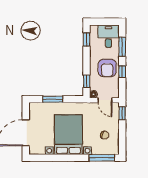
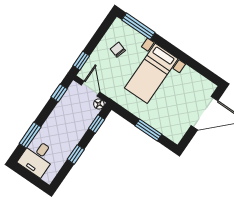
window: (87, 39) -> (76, 154), moved
armchair: (107, 68) -> (63, 123), removed
window: (122, 72) -> (59, 93), moved
bed with nightstands: (68, 135) -> (151, 73), width x0.73

